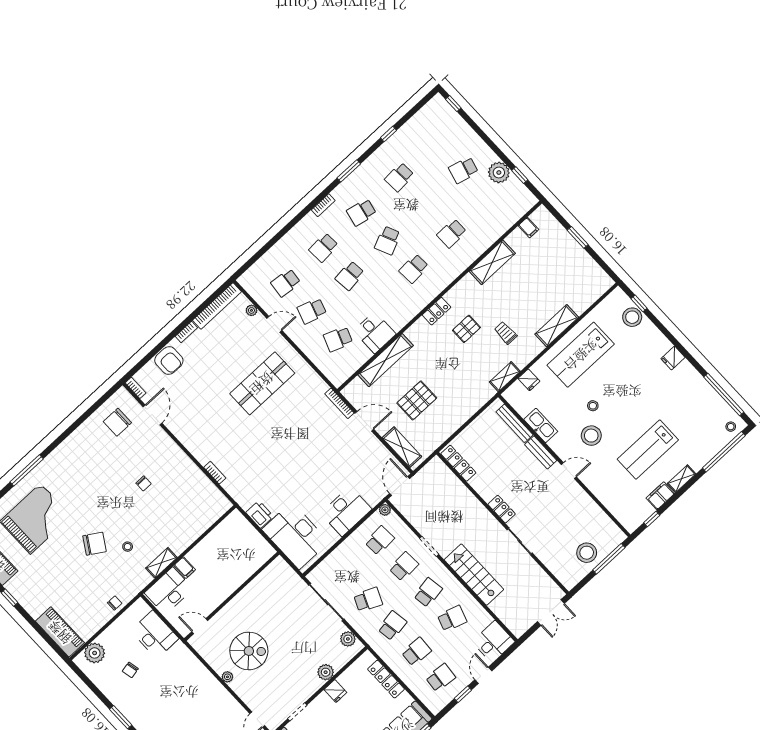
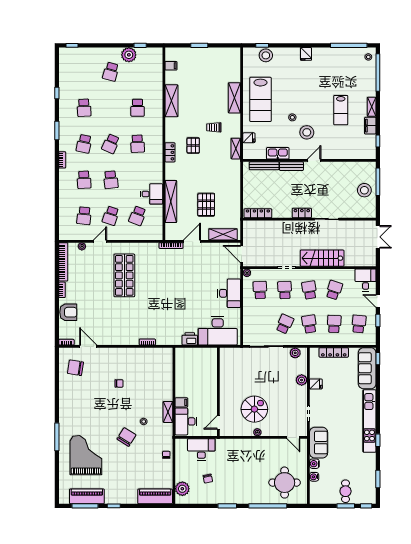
school desk: (388, 240) -> (111, 144), turned 48
chair: (117, 422) -> (75, 368), turned 99
lab bench: (648, 450) -> (341, 110), width x0.73, depth x0.72

